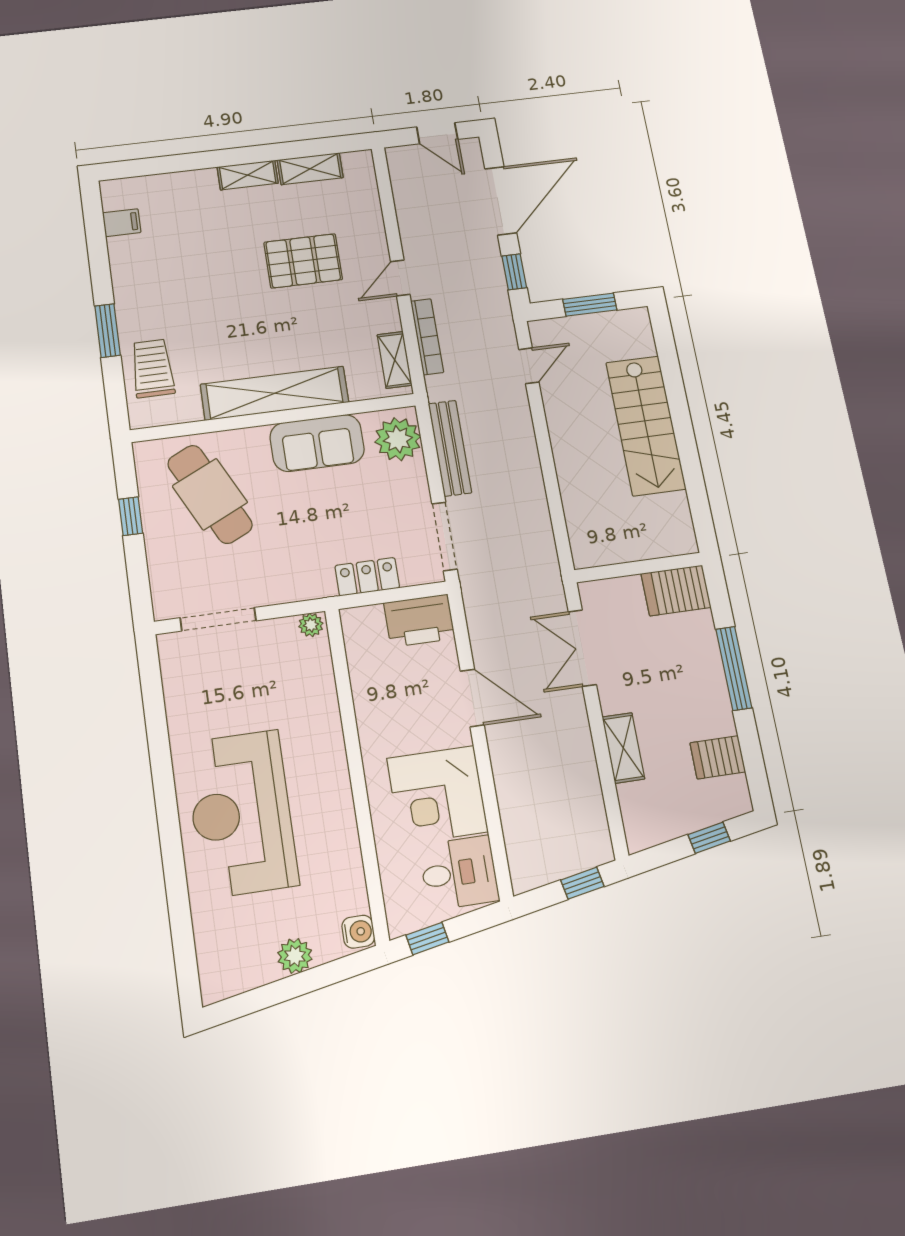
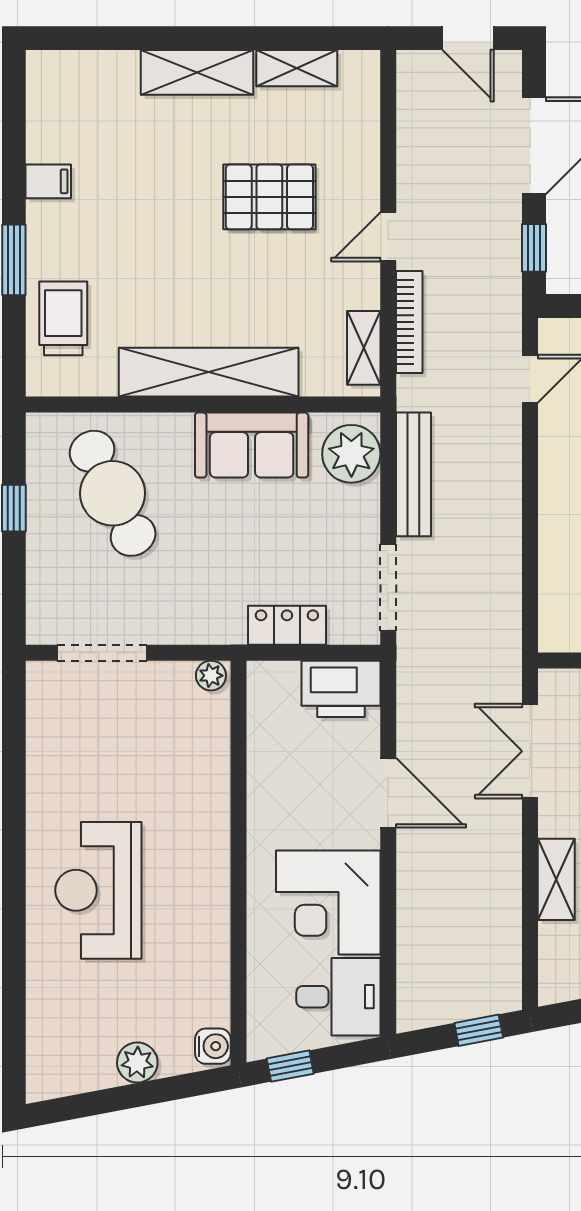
shelving: (248, 175) -> (197, 72), width x1.50, depth x1.33
filing cabinet: (122, 223) -> (48, 181), moved
reception desk: (241, 814) -> (98, 890), width x0.74, depth x0.77

